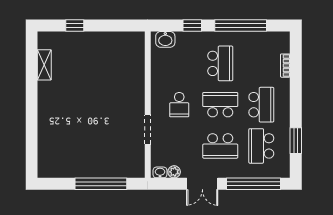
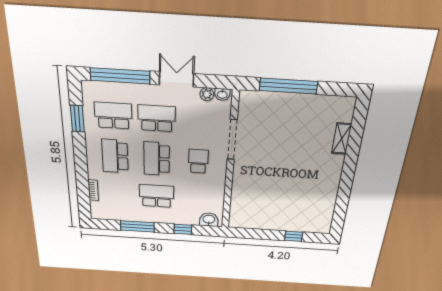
window: (241, 26) -> (137, 226), width x0.68
school desk: (220, 63) -> (157, 196), turned 90
shelving: (44, 65) -> (342, 139), moved
school desk: (220, 105) -> (157, 159), turned 90
doorway: (148, 129) -> (232, 140), width x1.36
school desk: (261, 146) -> (113, 116), turned -90

